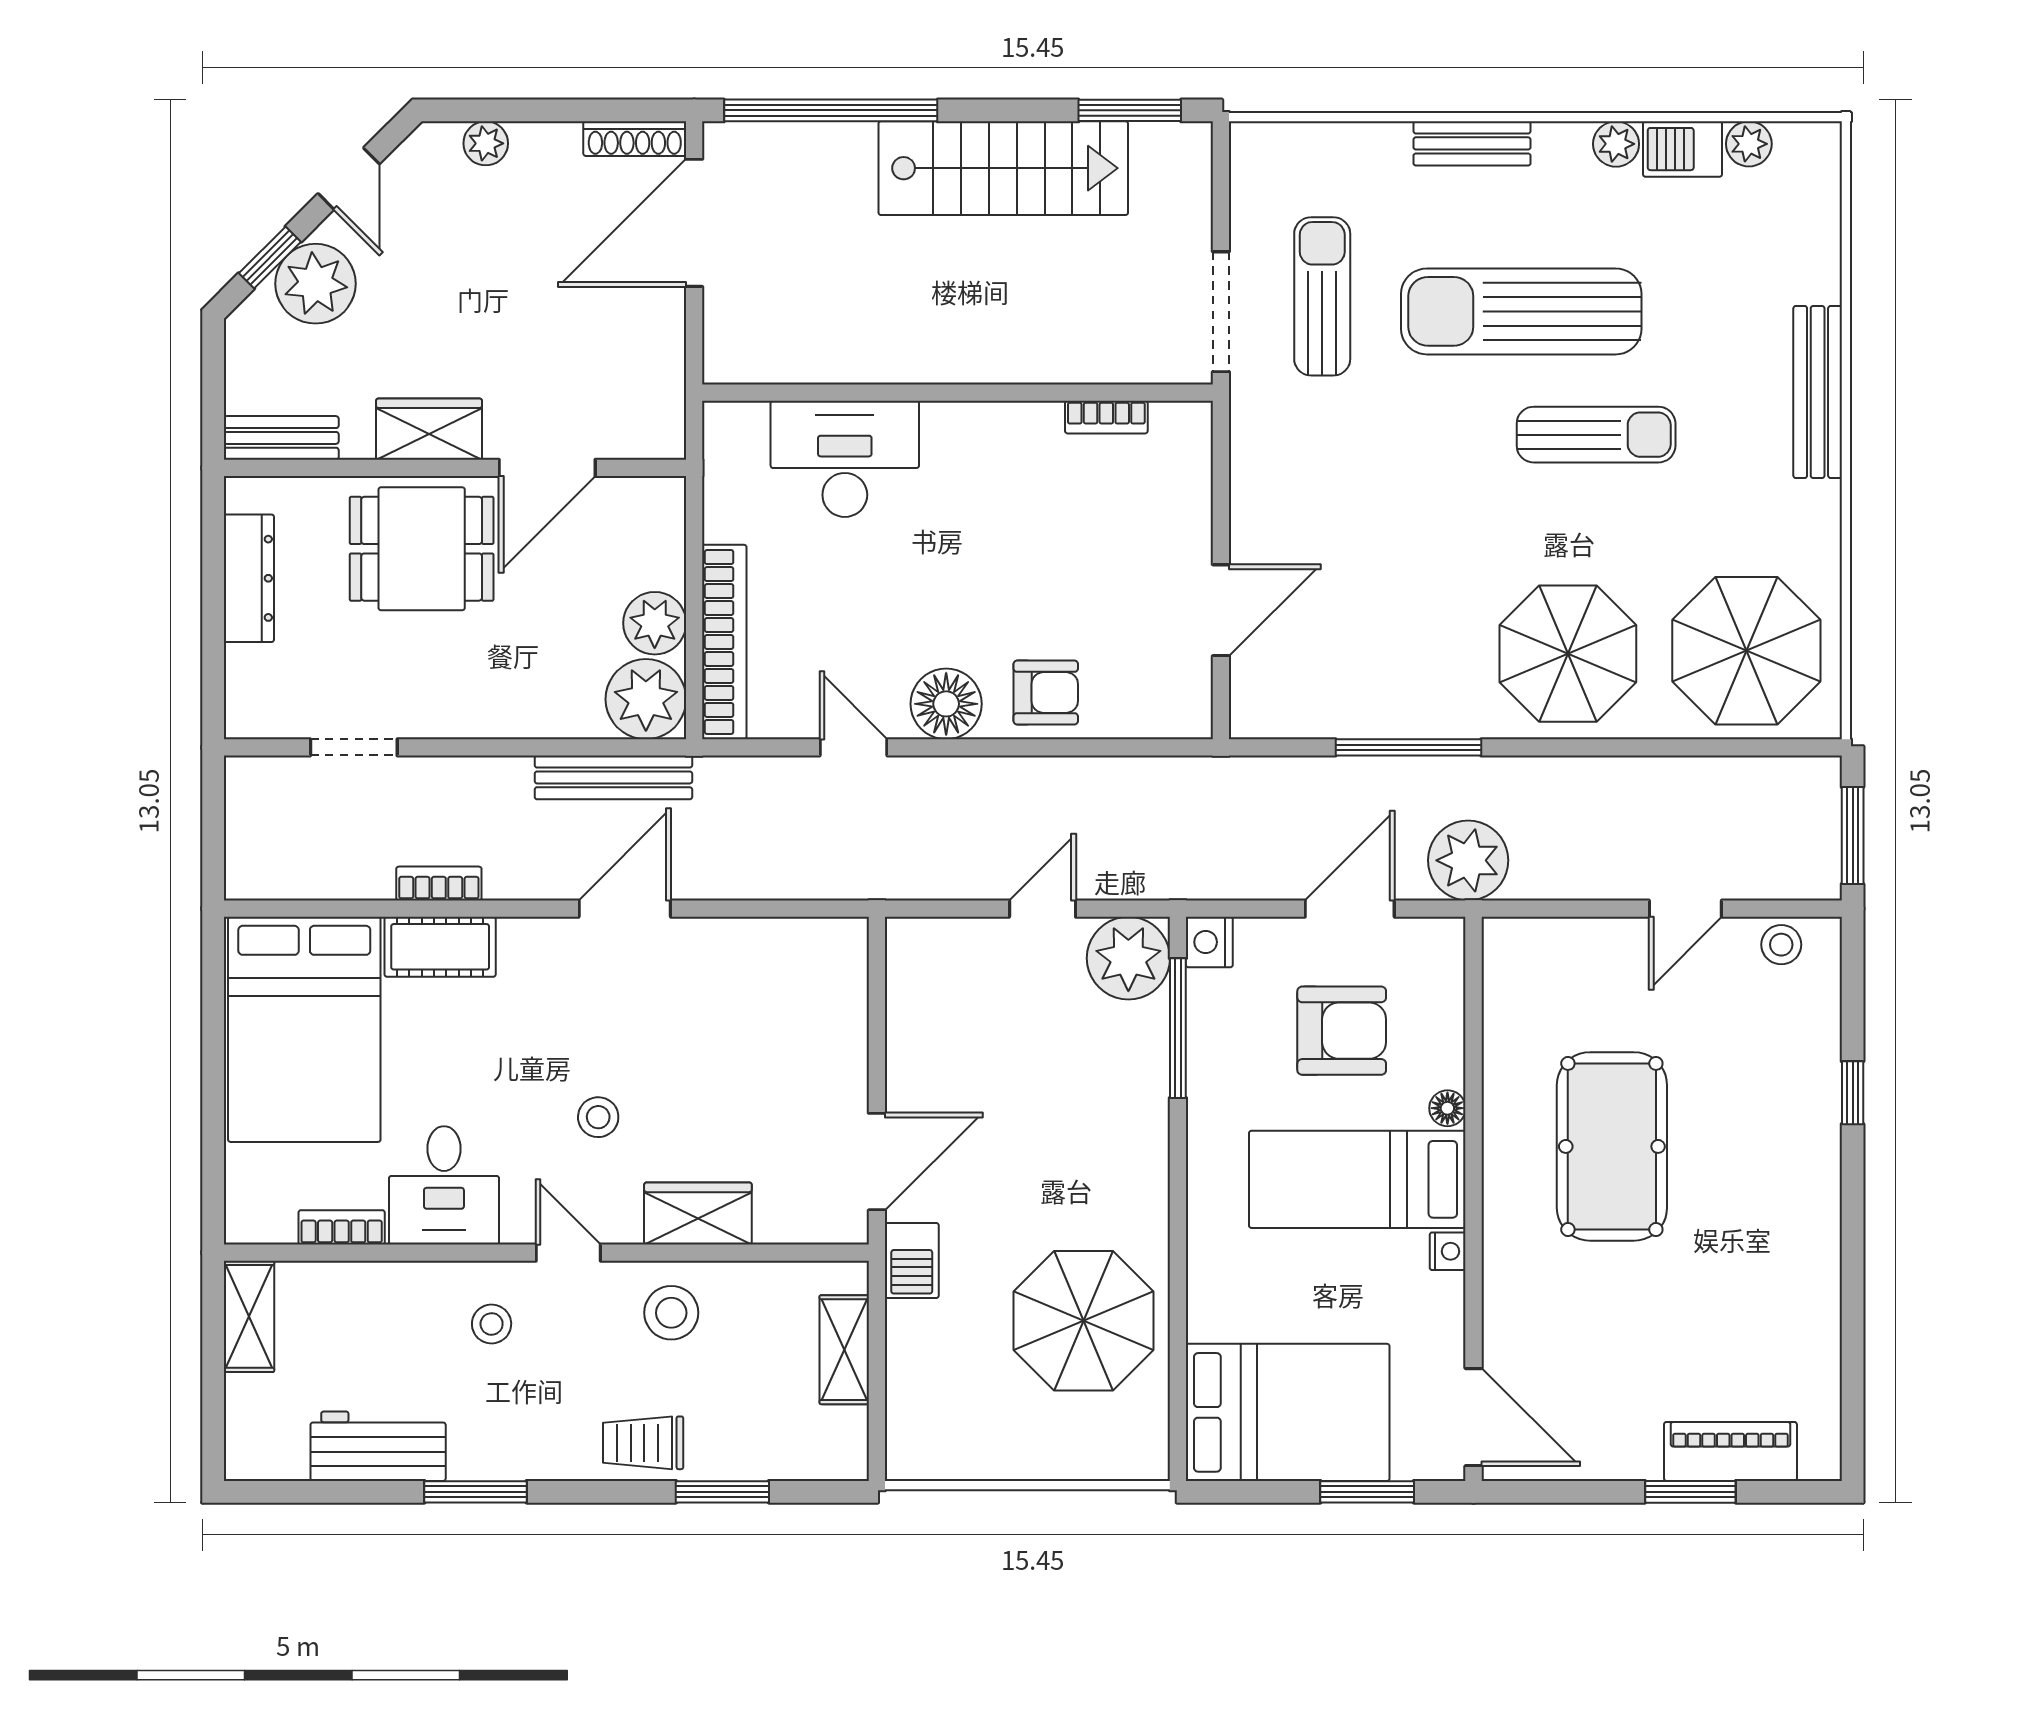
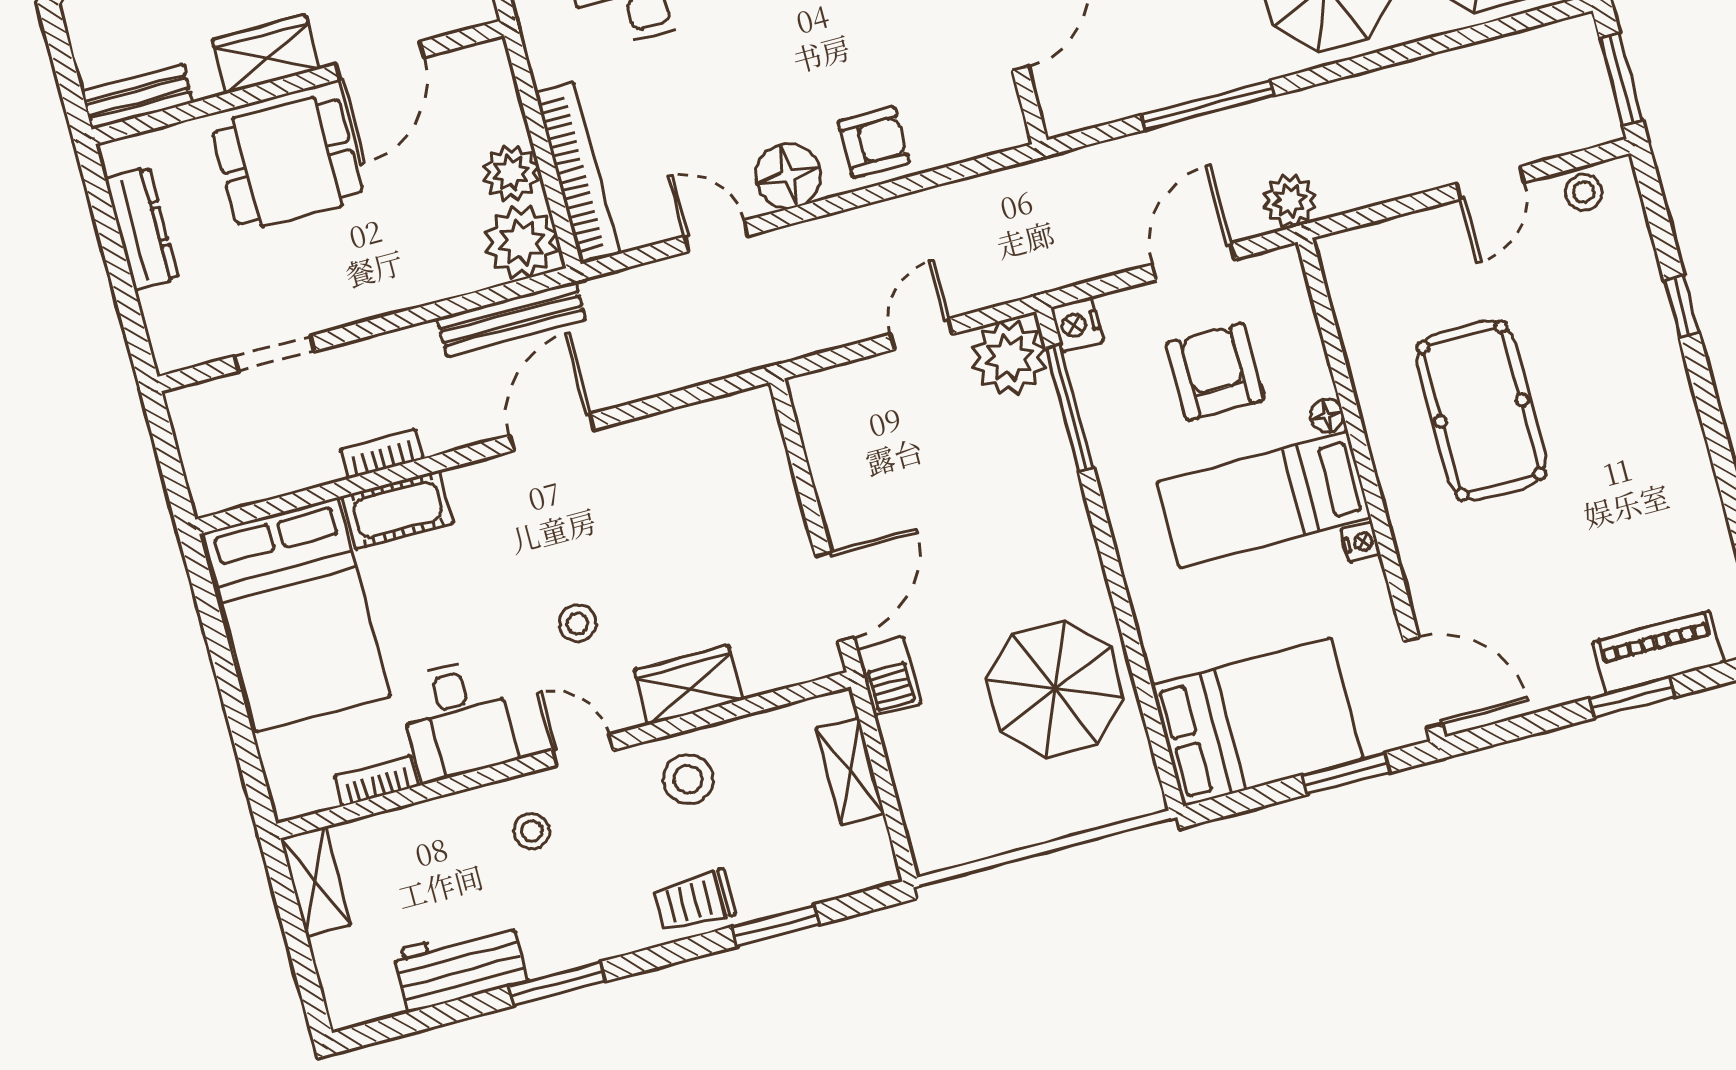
plant: (1468, 860) -> (1289, 201), width x0.73, depth x0.73
armchair: (1342, 1031) -> (1215, 372), turned -90

